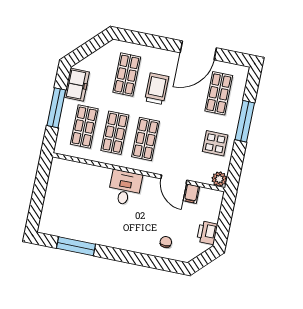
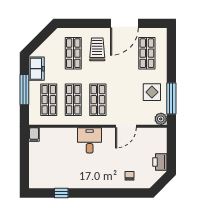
trolley: (157, 89) -> (97, 49), moved
window: (245, 121) -> (171, 99), moved
door: (174, 179) -> (126, 126), hinge flipped
filing cabinet: (191, 194) -> (34, 135), moved
window: (76, 246) -> (61, 193), width x0.46

